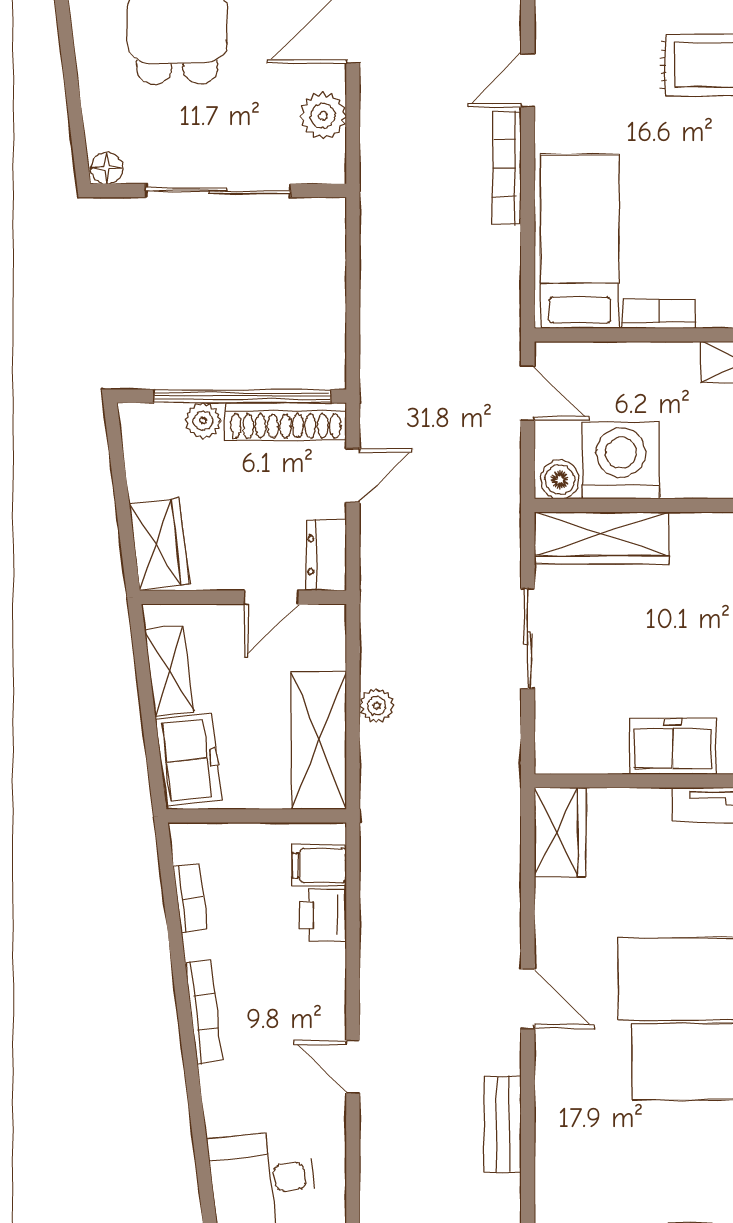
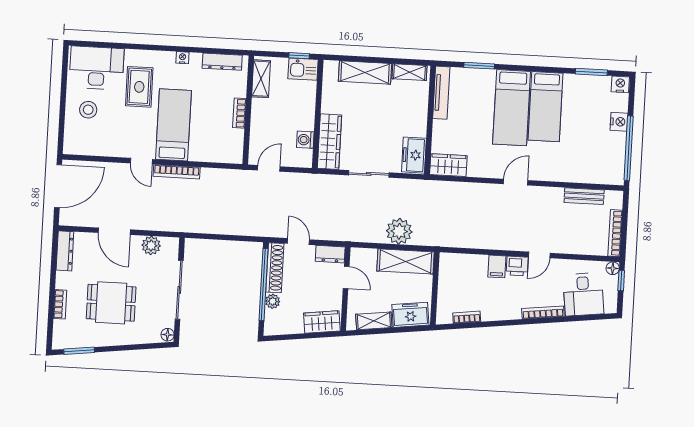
bed: (580, 241) -> (173, 125), moved, turned 90
washing machine: (621, 460) -> (305, 140), width x0.53, depth x0.53
boiler: (560, 480) -> (305, 157), removed
plant: (377, 706) -> (399, 231), width x1.88, depth x1.88
freezer: (673, 746) -> (414, 155), moved
filing cabinet: (319, 865) -> (497, 266), moved
printer: (323, 915) -> (517, 266), moved
bookcase: (204, 1012) -> (543, 312), moved
bench: (503, 1124) -> (584, 196), moved

